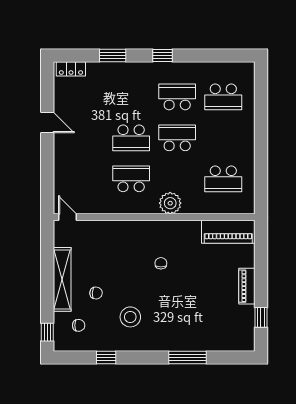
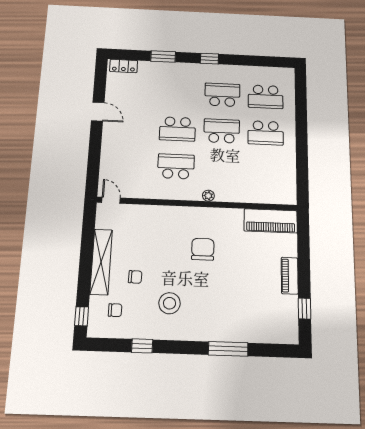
school desk: (223, 179) -> (266, 133), moved
plant: (170, 203) -> (208, 196), width x0.53, depth x0.53
chair: (161, 263) -> (203, 249), width x1.87, depth x1.87

